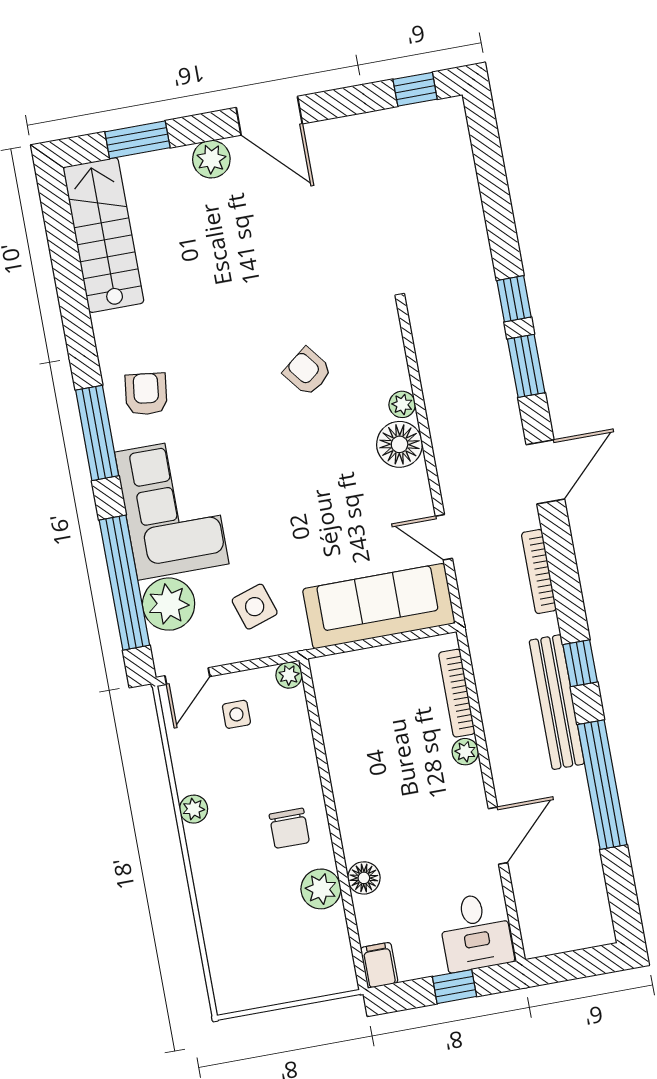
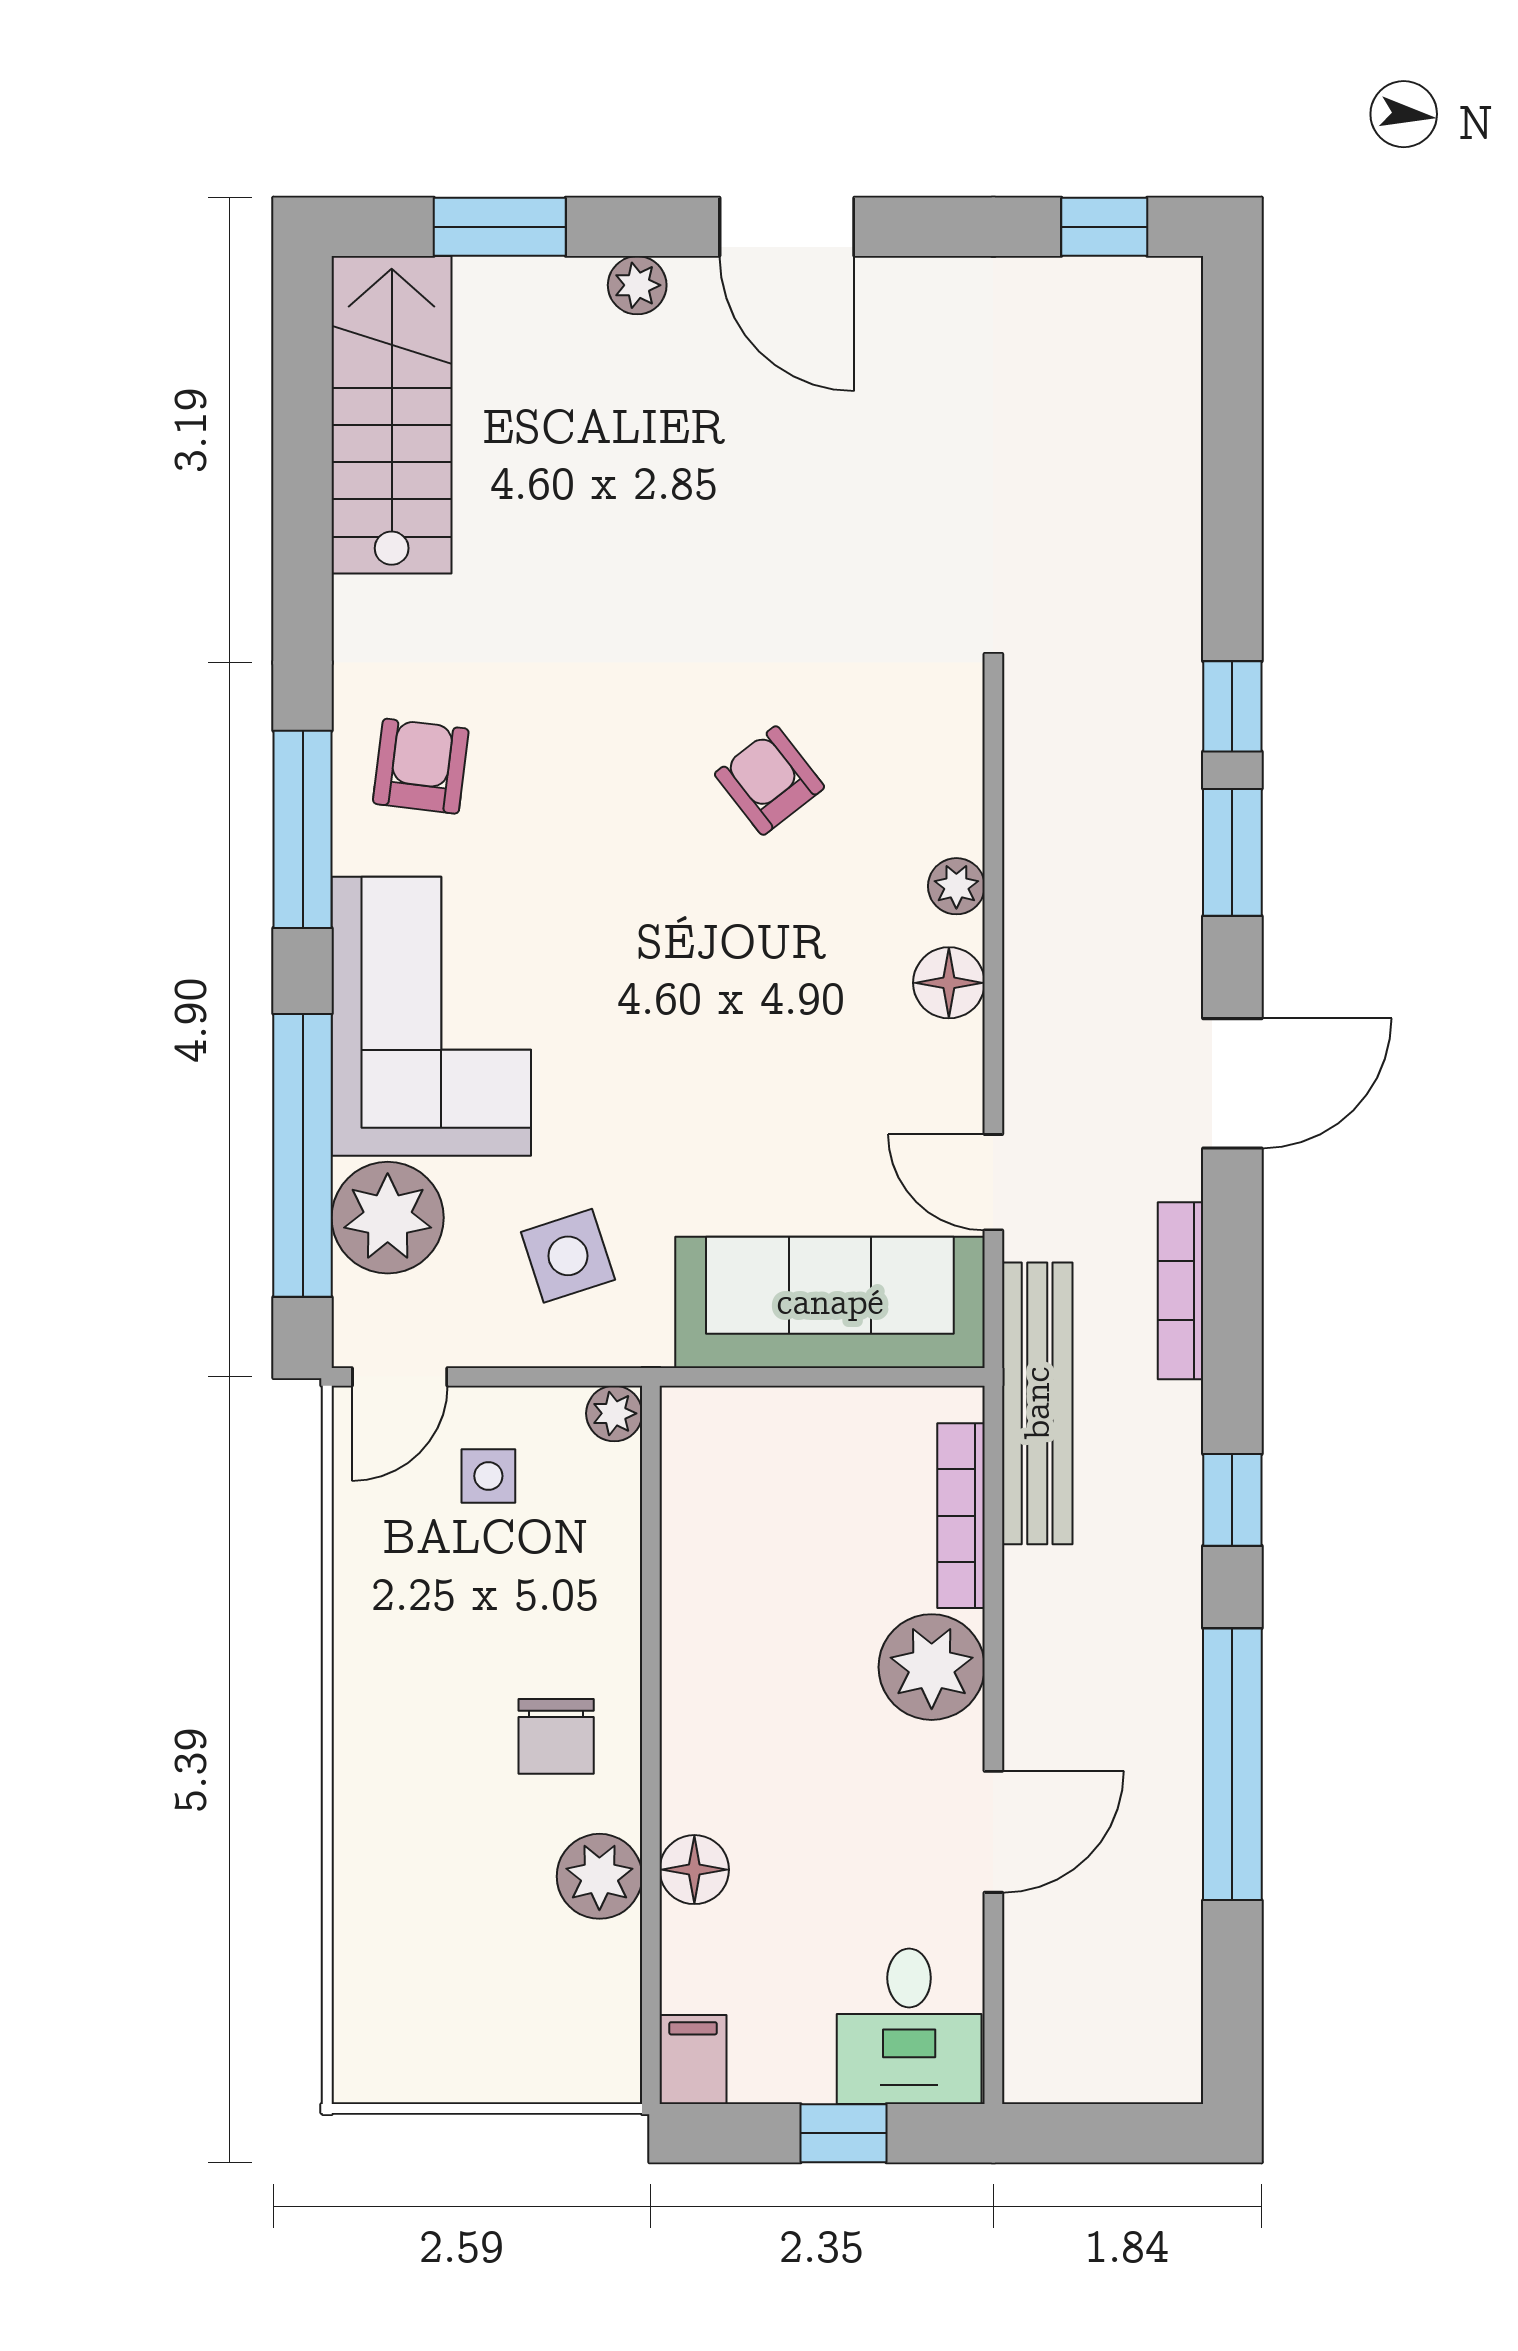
plant: (211, 159) -> (637, 285), width x0.73, depth x0.73
floor lamp: (400, 444) -> (949, 983), width x0.73, depth x0.73
bench: (557, 702) -> (1037, 1403), moved
plant: (465, 752) -> (932, 1667), width x1.88, depth x1.88
plant: (194, 809) -> (362, 1659), removed

